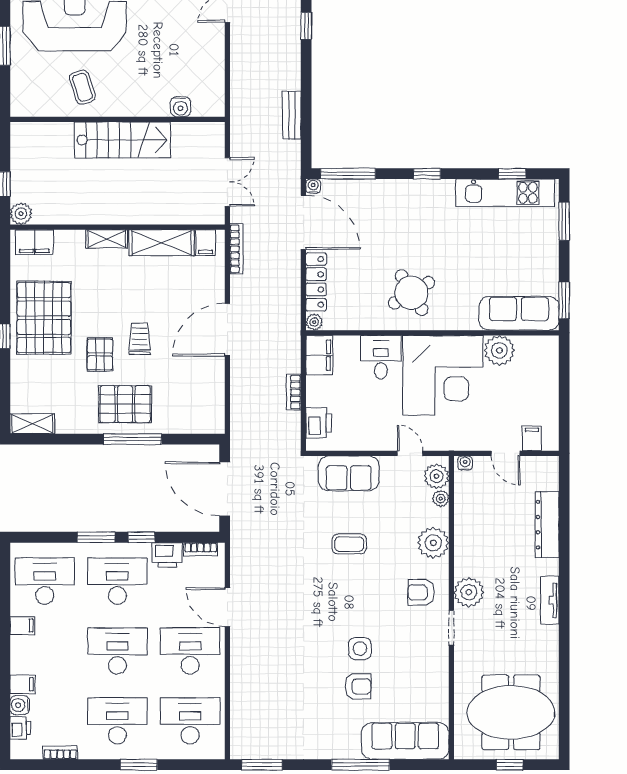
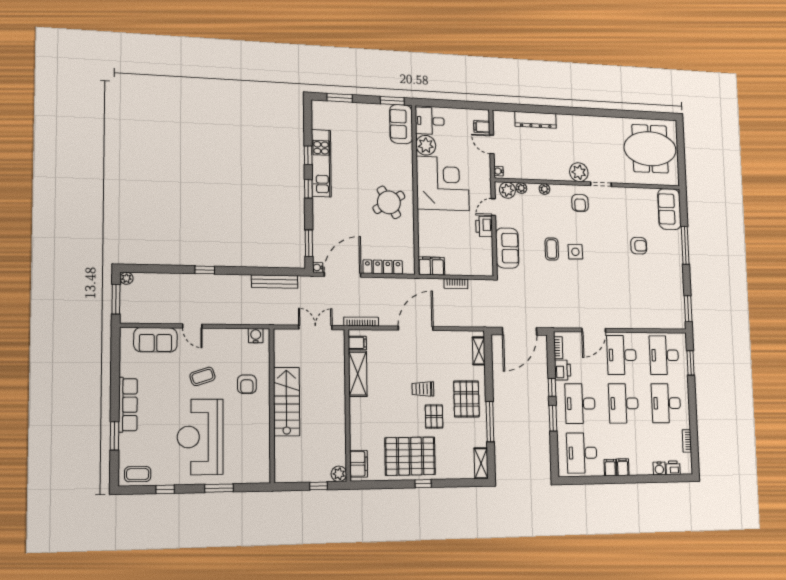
armchair: (147, 84) -> (247, 384), added
coffee table: (82, 87) -> (202, 376), moved
water cooler: (180, 107) -> (256, 336), moved, turned -90
bench: (292, 115) -> (275, 282), width x1.36
window: (348, 174) -> (309, 243), width x0.69
window: (512, 174) -> (308, 155), moved
kitchen unit: (505, 193) -> (321, 163), moved
shelving: (107, 239) -> (479, 351), moved
sofa: (519, 313) -> (401, 124), width x0.73
plant: (314, 322) -> (410, 269), removed
door: (227, 330) -> (416, 328), swing flipped
pallet: (100, 355) -> (434, 417), turned 90
desk: (381, 357) -> (430, 121), moved
printer: (319, 423) -> (484, 227), moved, turned -90
window: (132, 439) -> (490, 422), moved
door: (506, 453) -> (492, 144), swing flipped
plant: (433, 543) -> (544, 189), width x0.53, depth x0.53
tv unit: (550, 600) -> (582, 121), removed
side table: (360, 649) -> (575, 252), moved
filing cabinet: (23, 684) -> (623, 467), moved
armchair: (358, 686) -> (639, 246), turned 91
meeting table: (511, 712) -> (650, 149), turned 90
sofa: (405, 741) -> (669, 209), width x0.73
window: (139, 765) -> (691, 363), moved
window: (510, 765) -> (681, 151), removed

